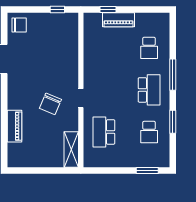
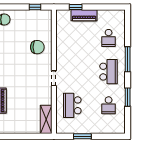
chair: (50, 104) -> (37, 47), moved, turned -113
window: (147, 170) -> (82, 136), moved

